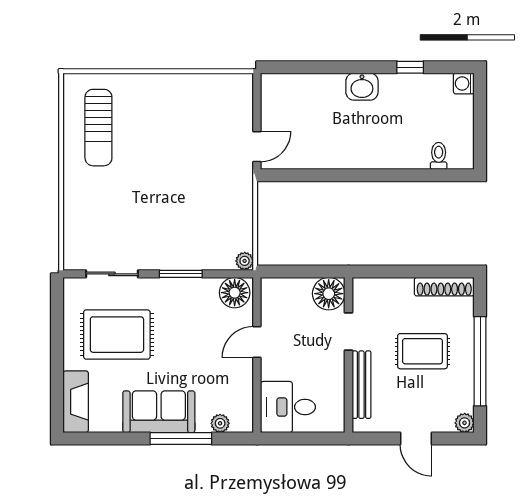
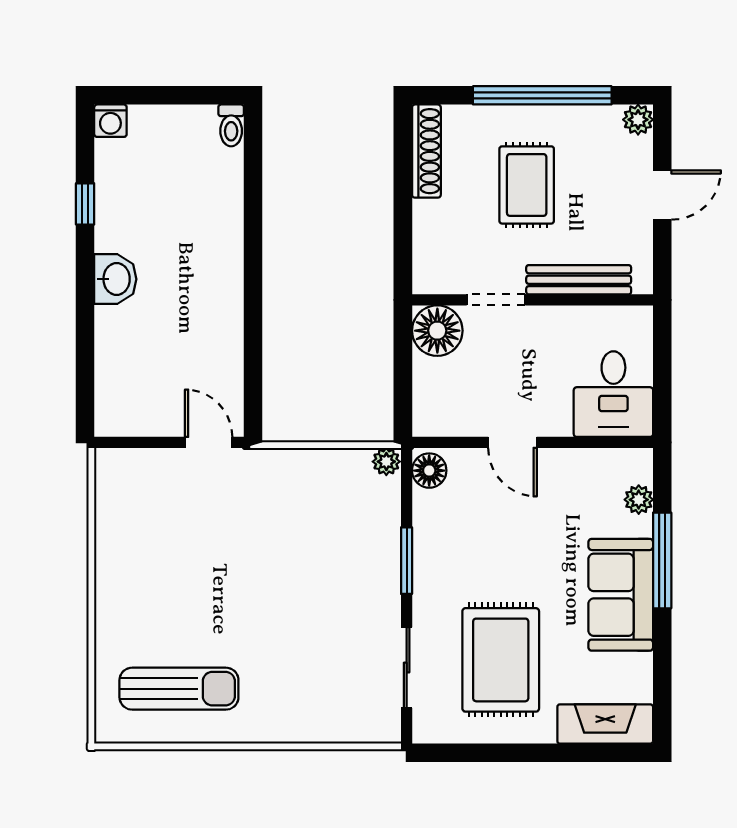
toilet: (439, 156) -> (231, 125), moved, turned -90
floor lamp: (235, 293) -> (429, 471), width x0.73, depth x0.73

